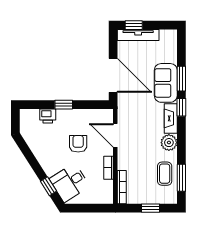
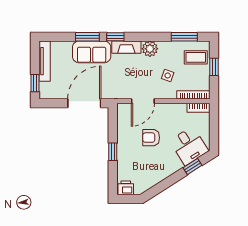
tv unit: (138, 35) -> (45, 61), moved
printer: (48, 116) -> (126, 188), moved, turned -90
side table: (142, 161) -> (168, 75), added
bookcase: (109, 168) -> (198, 108), moved
coffee table: (165, 174) -> (196, 57), moved

